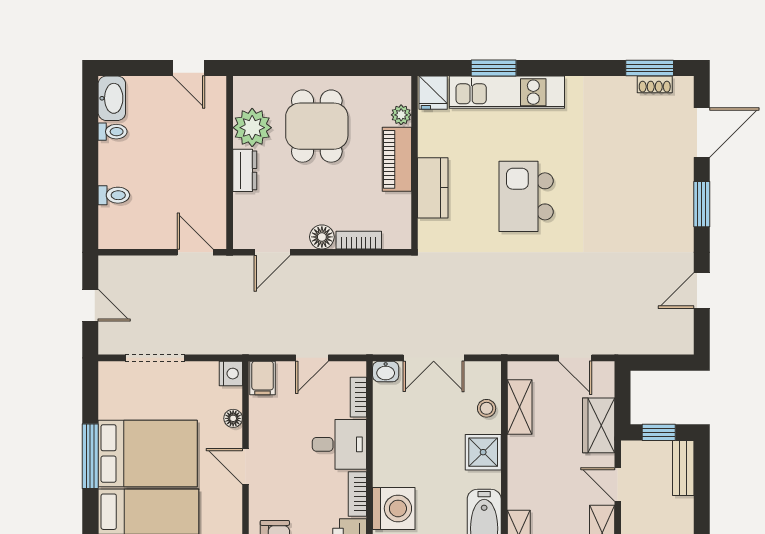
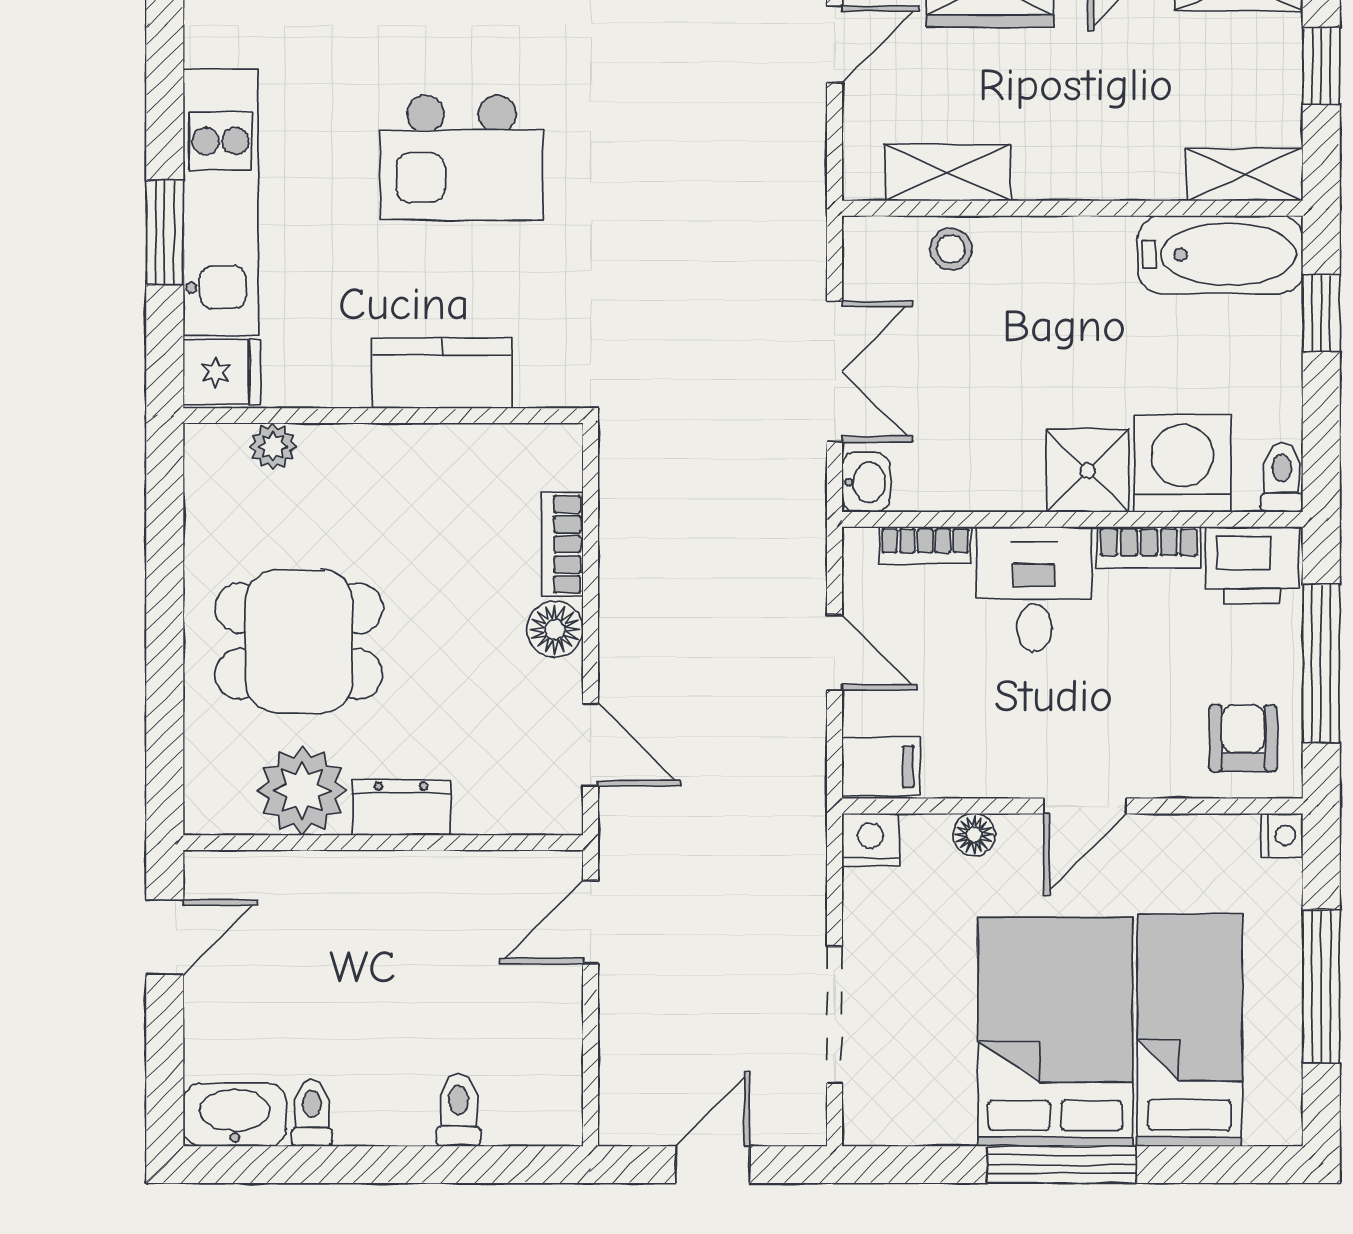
piano: (397, 159) -> (376, 456), removed
shower: (483, 452) -> (1088, 471), moved

